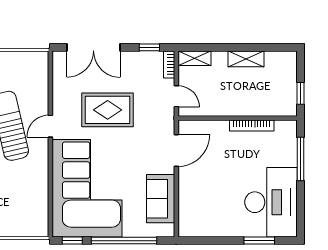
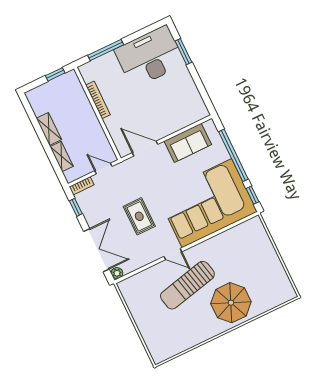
plant: (59, 57) -> (117, 273), added
shelving: (195, 58) -> (62, 157), moved
door: (176, 96) -> (103, 169), hinge flipped
rug: (108, 110) -> (139, 216), width x0.73, depth x0.70

